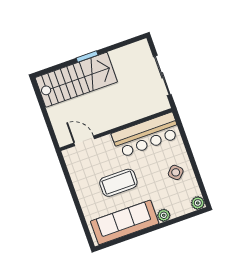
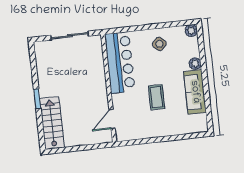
stairs: (76, 80) -> (52, 123), width x0.73, depth x0.66
coffee table: (118, 183) -> (157, 97), width x0.73, depth x0.76
sofa: (125, 222) -> (195, 92), width x0.74, depth x0.79

